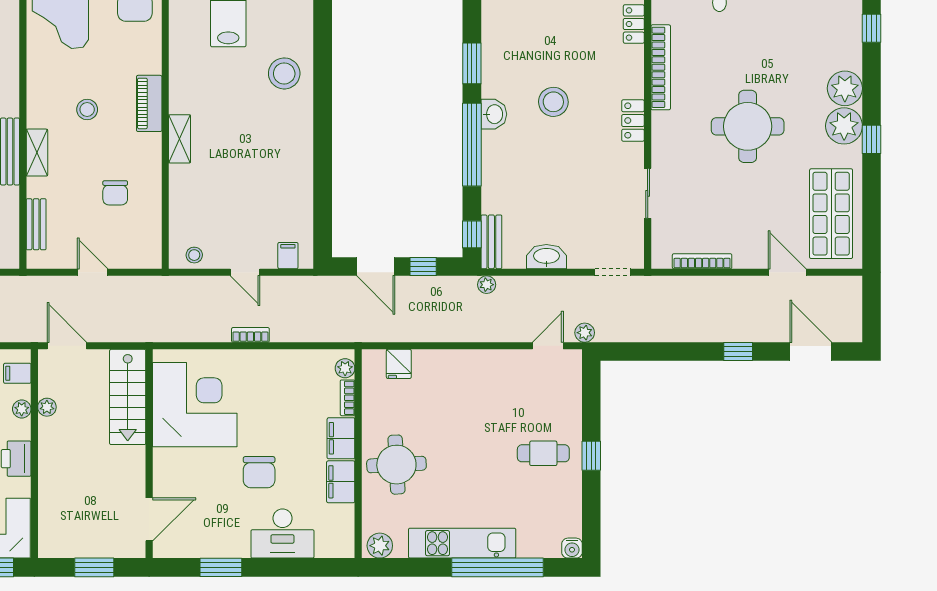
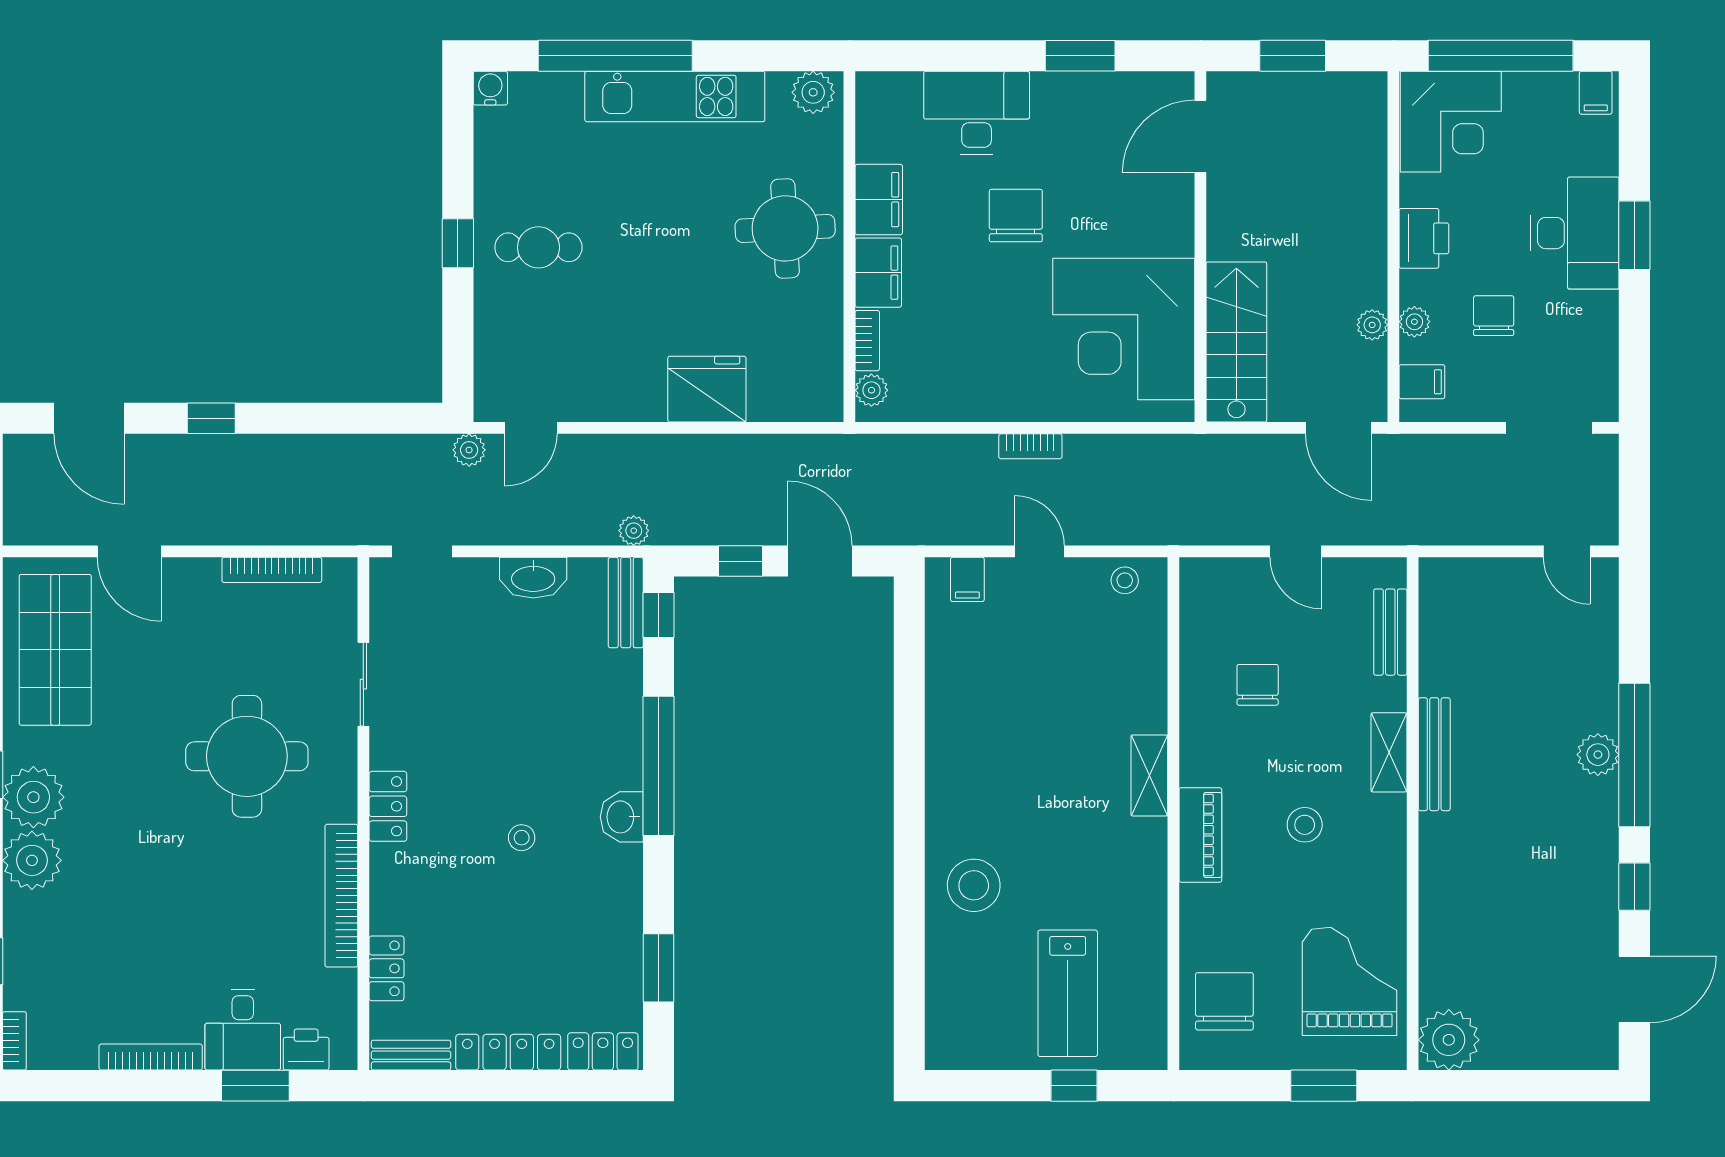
window: (472, 63) -> (658, 968), moved
stool: (553, 102) -> (522, 838), width x0.53, depth x0.53
round table: (748, 126) -> (247, 756), moved
fridge: (399, 364) -> (707, 389), moved, width x1.88, depth x1.34

